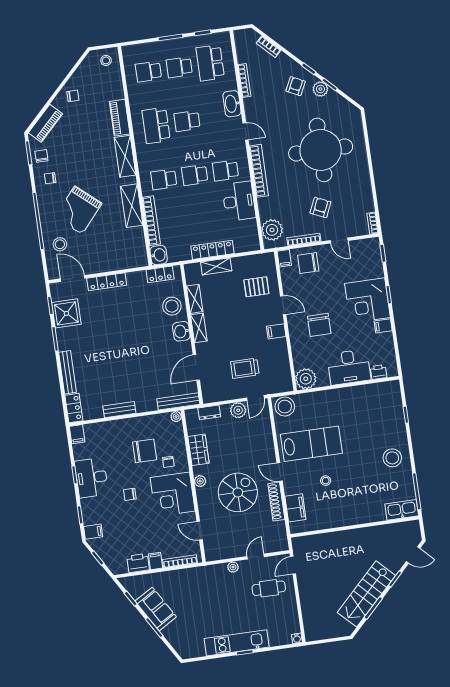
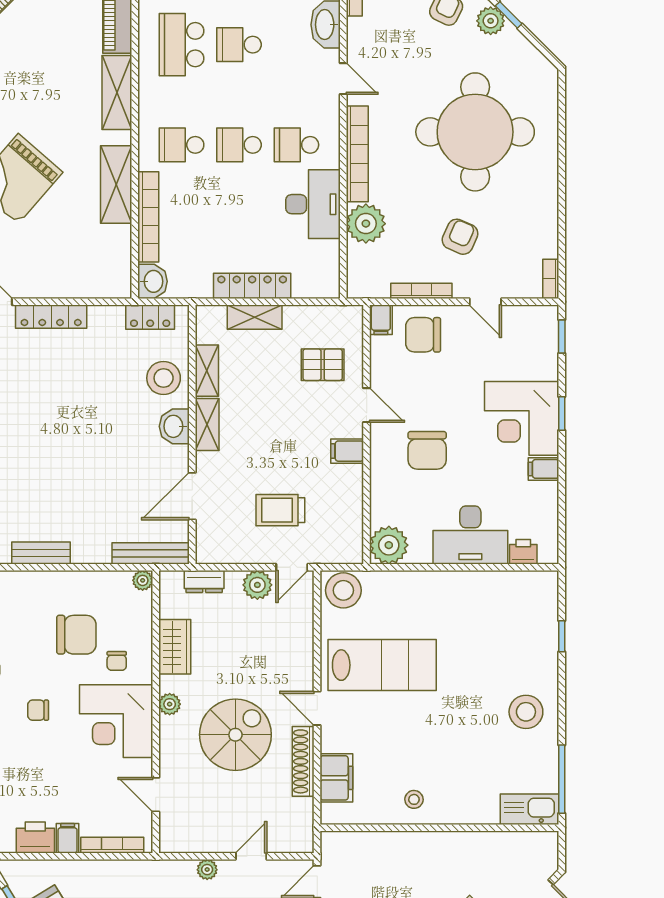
plant: (272, 230) -> (366, 224), moved
stool: (326, 481) -> (414, 799), moved

